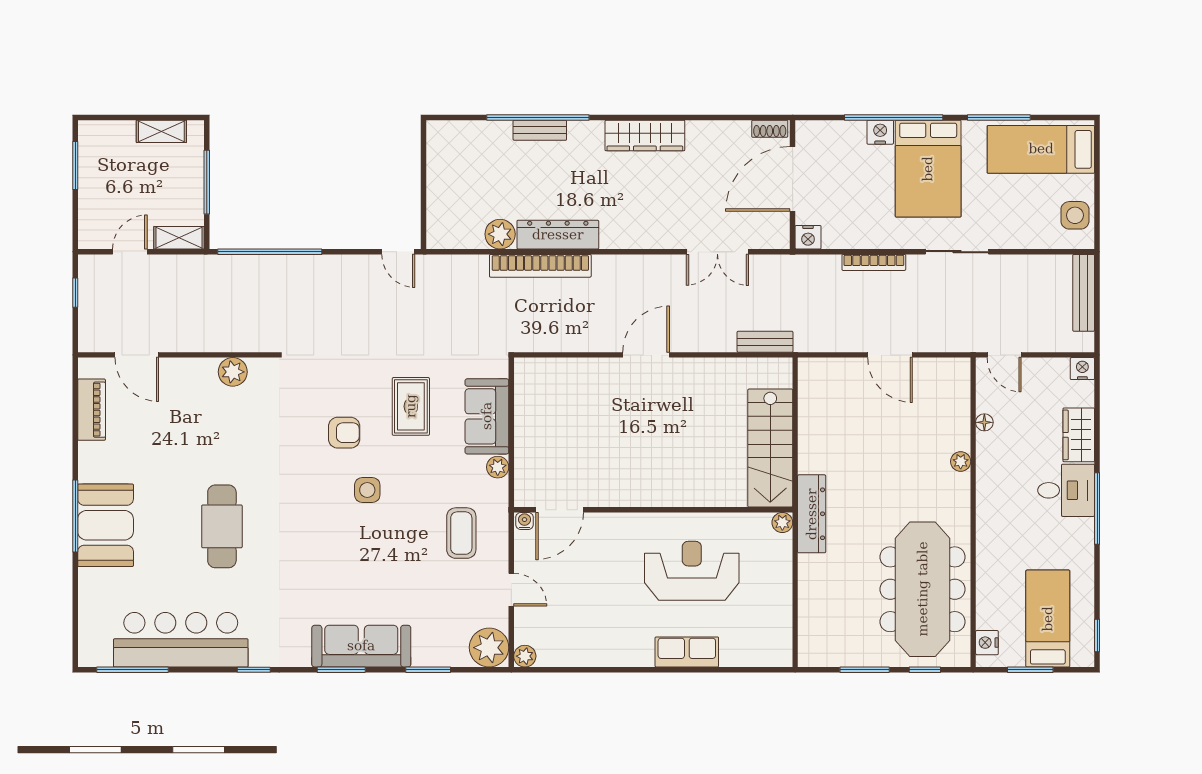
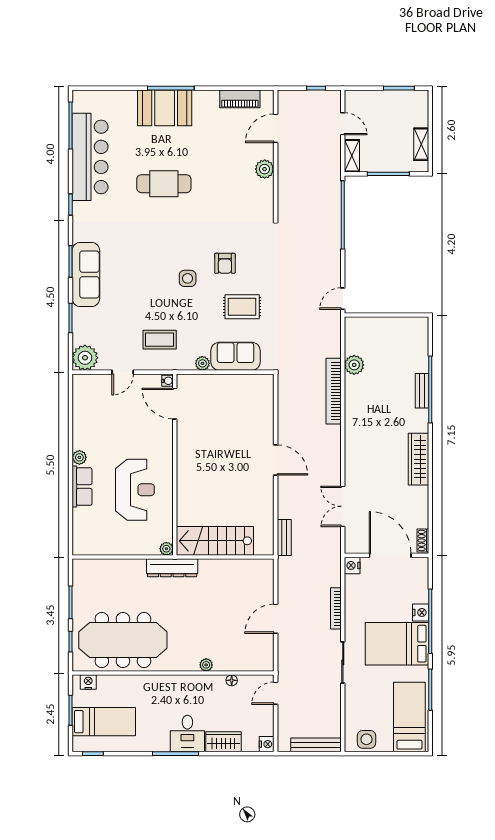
dresser: (558, 235) -> (354, 402), removed
plant: (233, 372) -> (265, 169), moved
plant: (525, 656) -> (79, 457), moved

